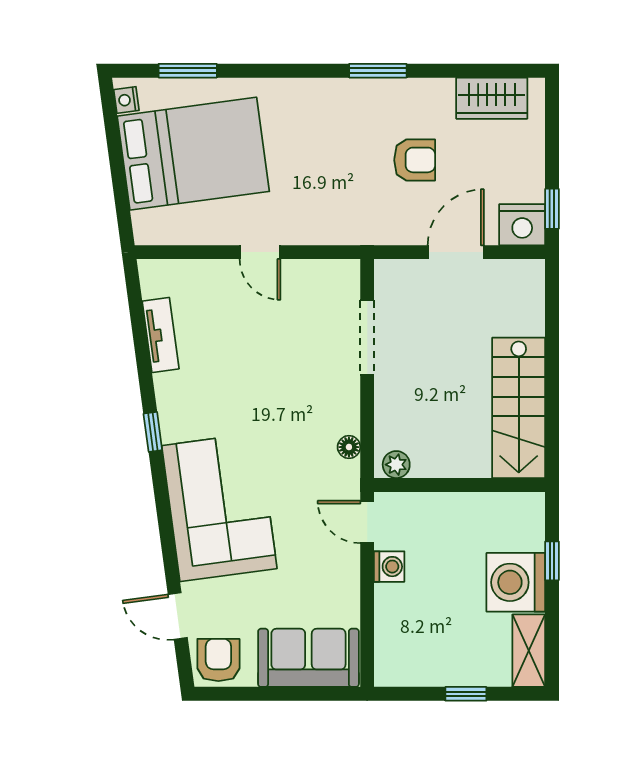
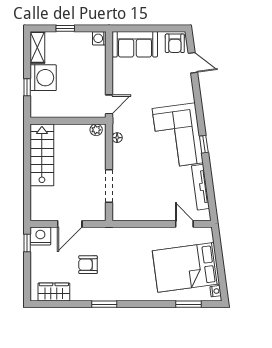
door: (260, 252) -> (184, 224), moved
tv unit: (161, 335) -> (200, 187), width x1.41
corner sofa: (219, 507) -> (178, 136), moved
door: (367, 522) -> (109, 104), hinge flipped
washing machine: (389, 567) -> (99, 38), moved

